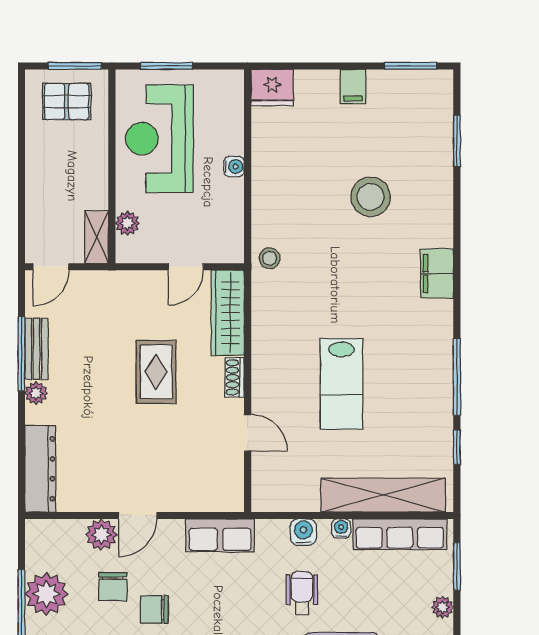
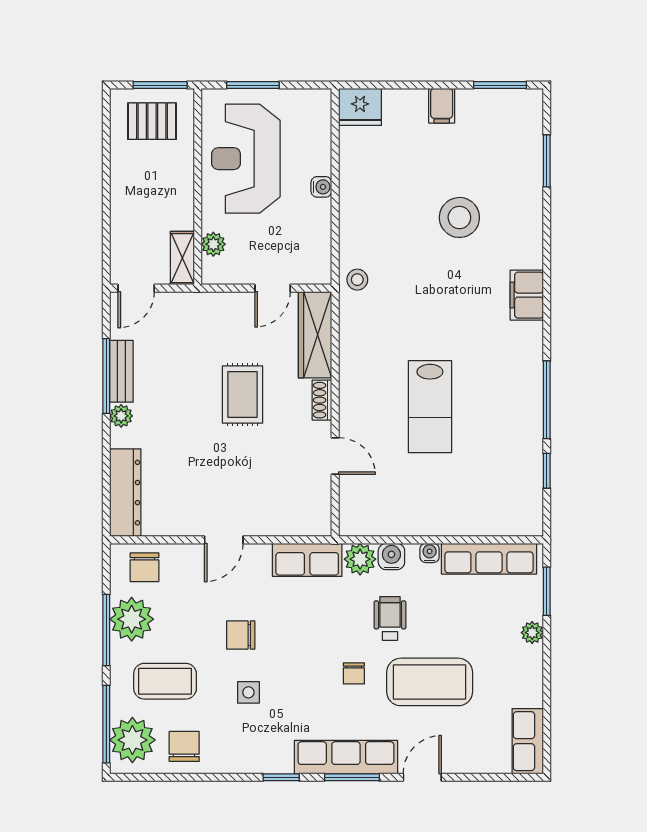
shelving: (383, 495) -> (472, 519), removed
plant: (101, 535) -> (360, 559), moved
chair: (113, 587) -> (145, 567), moved

